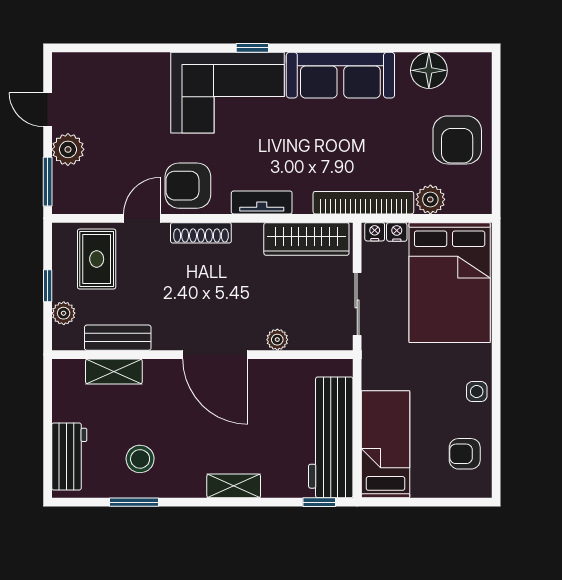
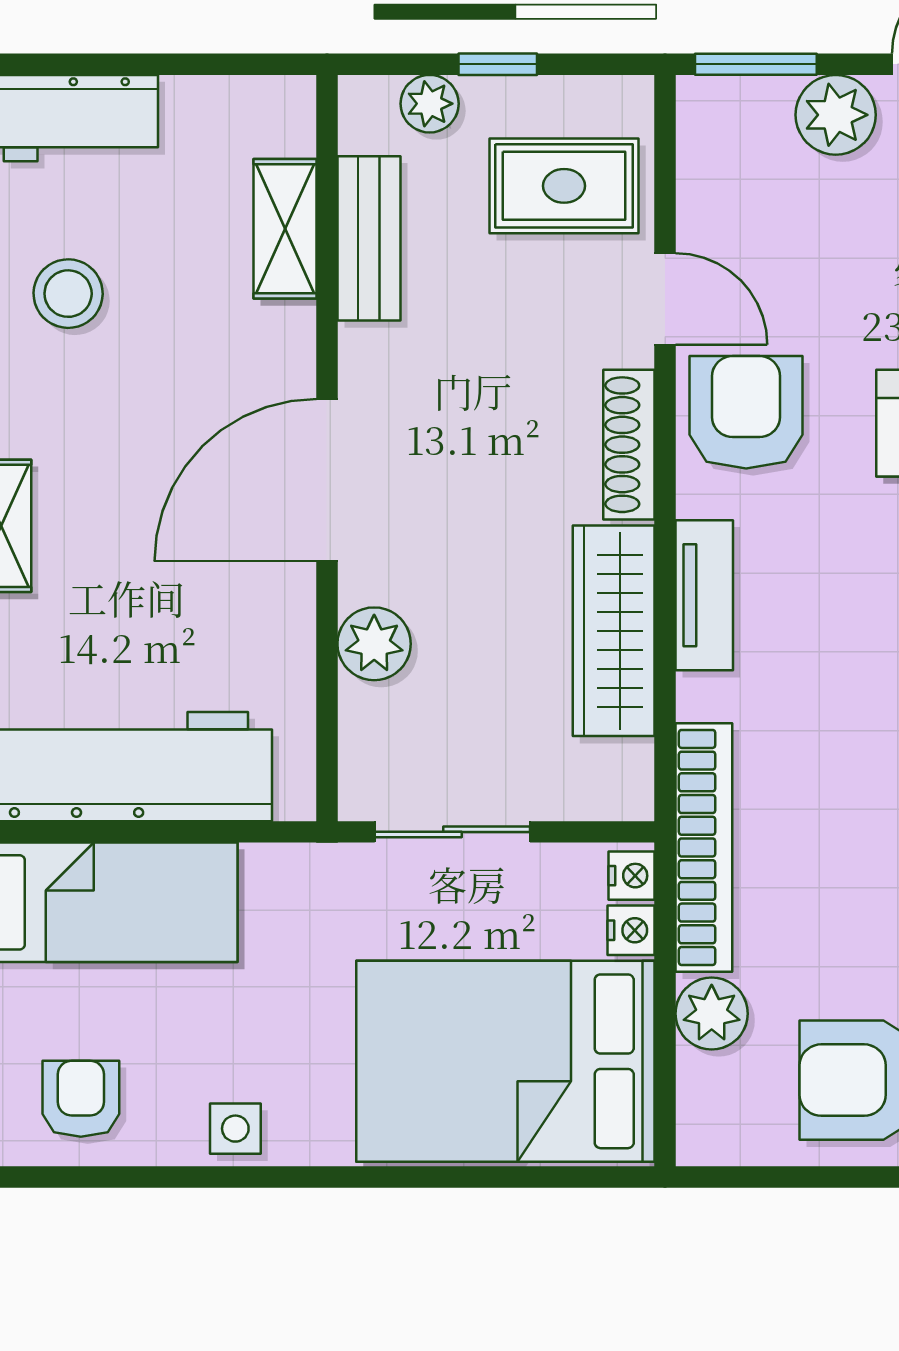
wardrobe: (306, 239) -> (614, 631), moved
plant: (277, 340) -> (374, 644), width x1.38, depth x1.38

